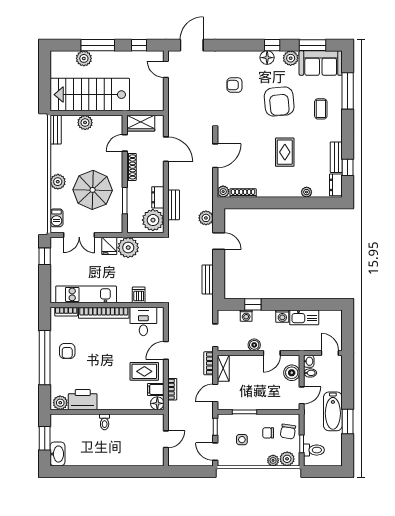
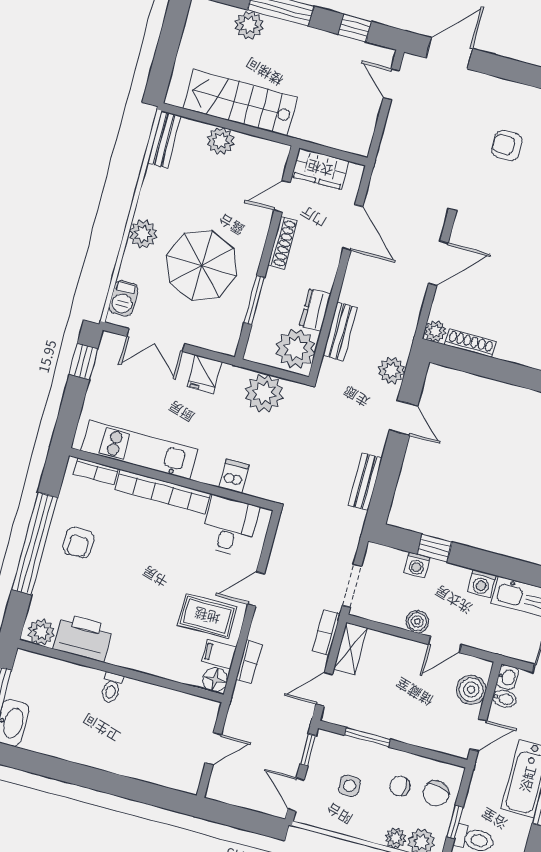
stairs: (90, 95) -> (240, 103), width x0.73, depth x0.66
plant: (128, 248) -> (264, 393), moved

